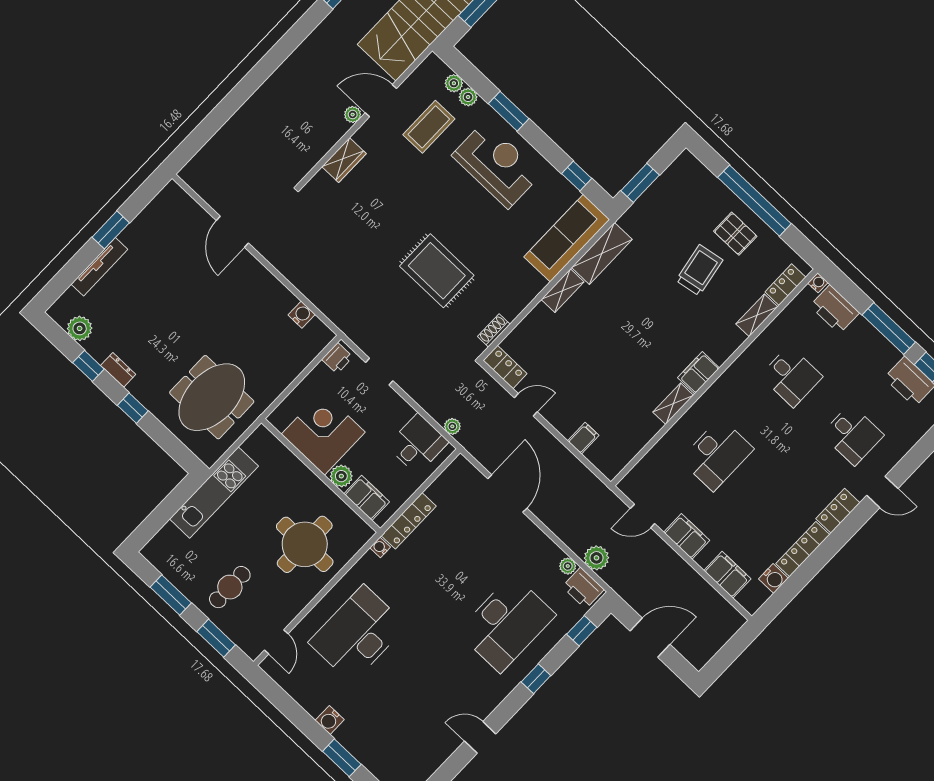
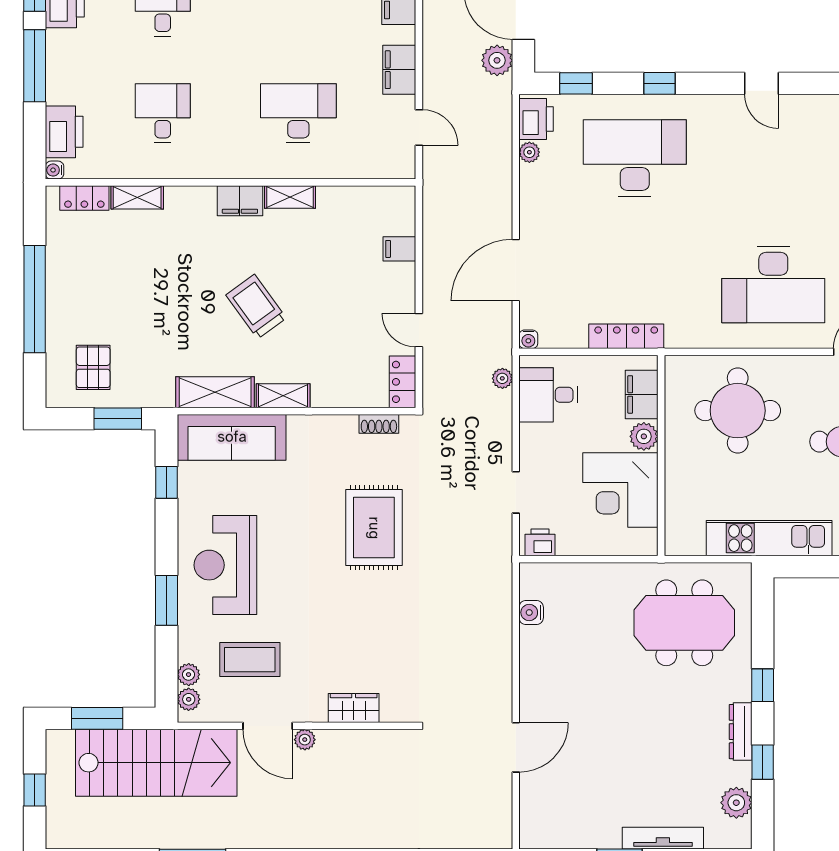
plant: (468, 97) -> (189, 699), moved
pallet: (735, 234) -> (93, 367), moved
trolley: (699, 270) -> (256, 307), moved, turned 64
dresser: (118, 370) -> (741, 732), width x1.44
water cooler: (380, 547) -> (528, 339), moved
plant: (596, 558) -> (497, 60), moved

